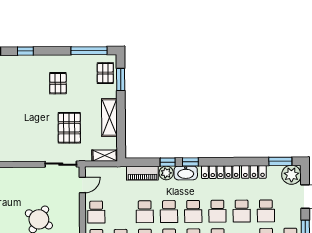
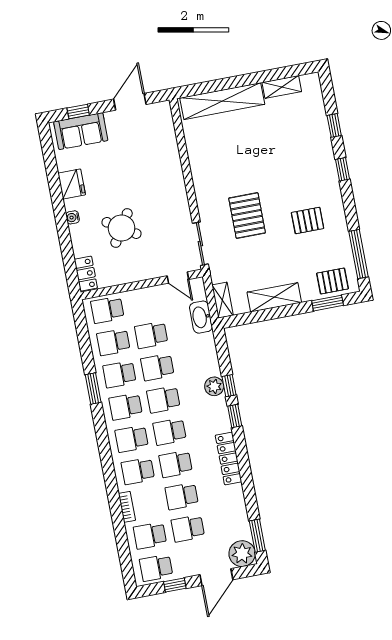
pallet: (69, 128) -> (247, 216), moved, turned 90
locker: (254, 172) -> (237, 503), removed
piano: (142, 173) -> (208, 355), removed
washbasin: (186, 173) -> (201, 317), moved
school desk: (96, 212) -> (151, 335), moved

